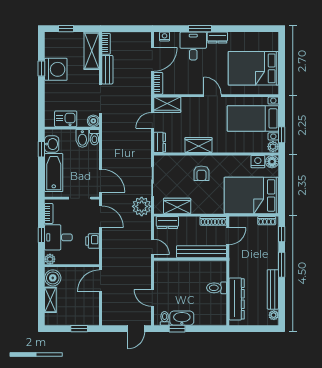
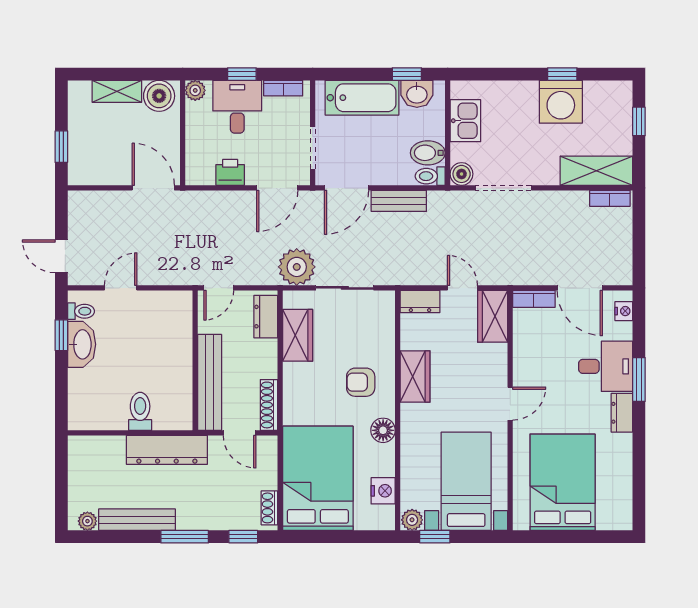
bench: (107, 70) -> (399, 201), moved
floor lamp: (272, 162) -> (383, 430), moved
dresser: (237, 299) -> (167, 450), moved

